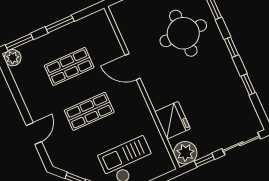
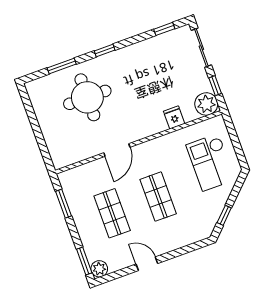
window: (60, 24) -> (63, 204), moved
window: (248, 84) -> (164, 29), moved
fridge: (172, 120) -> (174, 117), width x0.53, depth x0.75
door: (34, 133) -> (147, 264), moved

